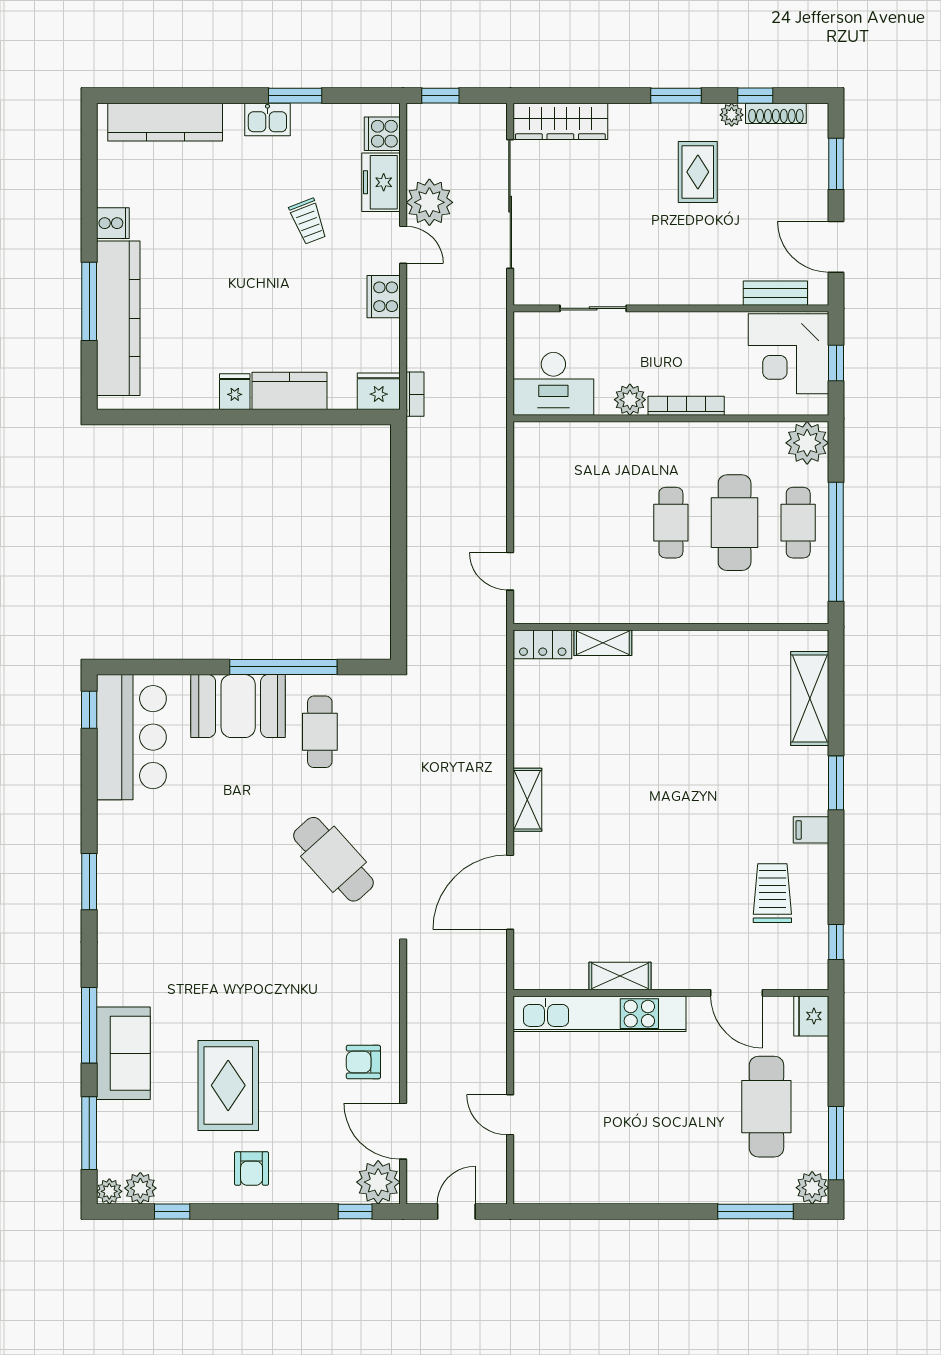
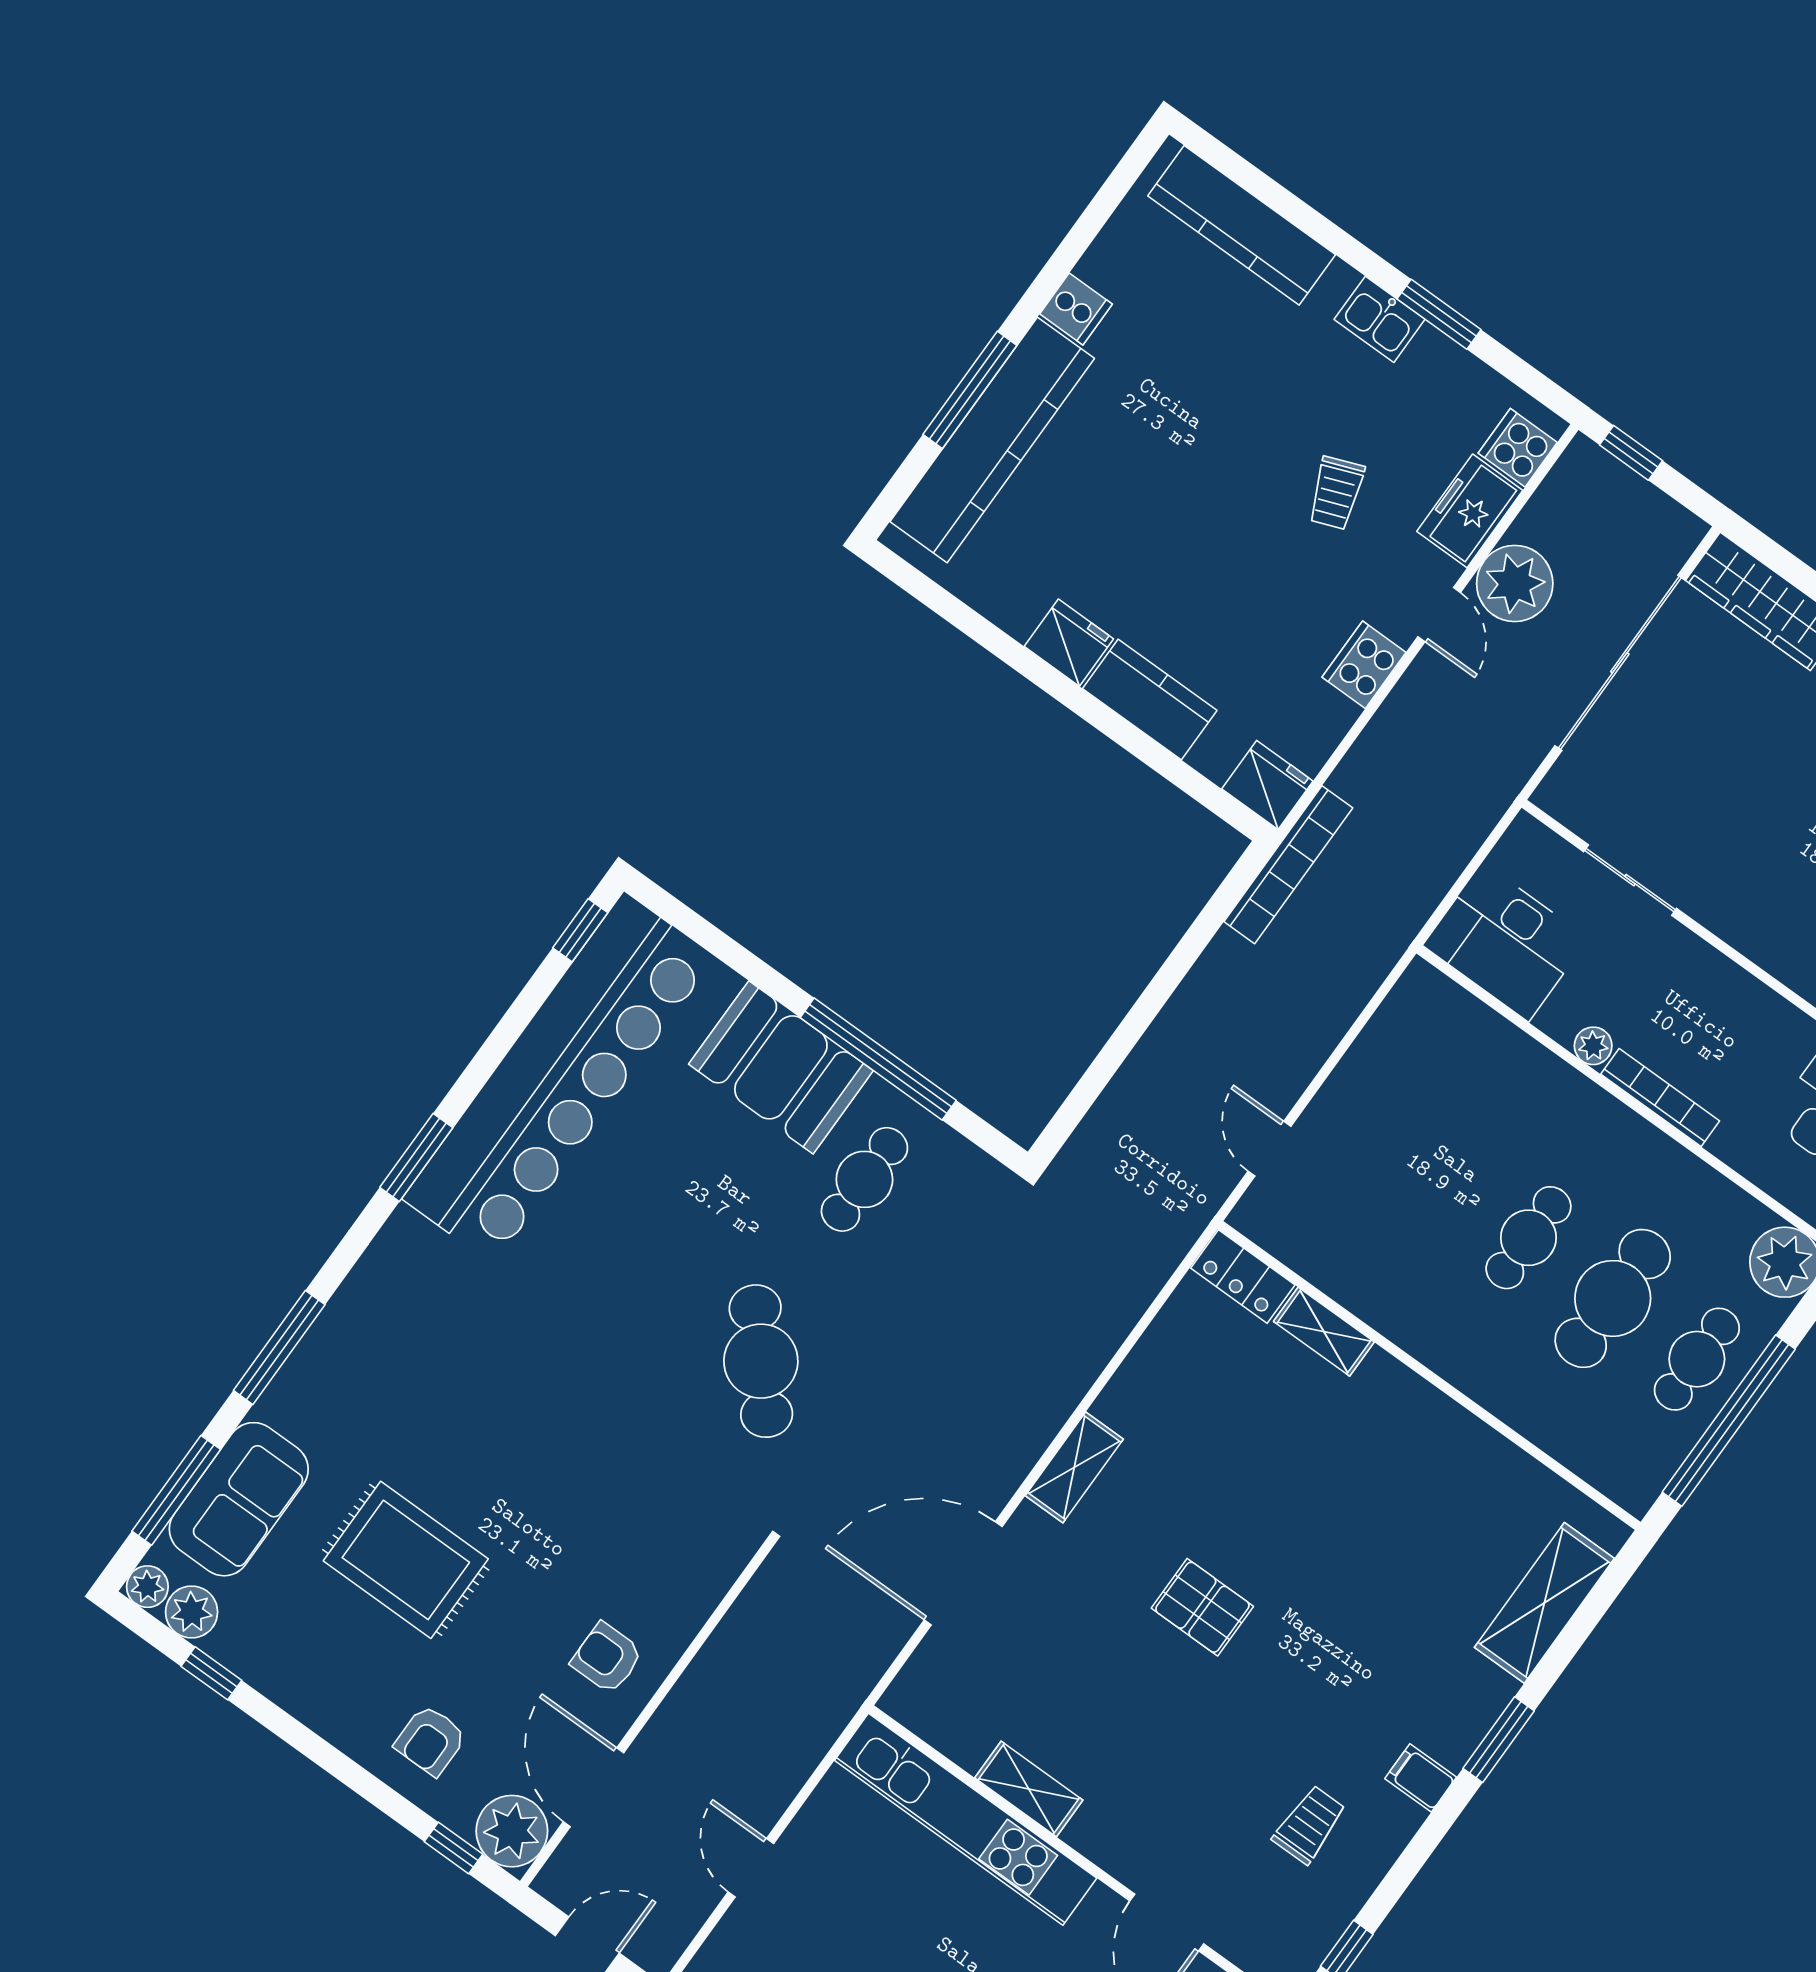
fridge: (235, 392) -> (1069, 643), width x1.38
bookcase: (415, 394) -> (1288, 865), width x2.31, depth x1.31
plant: (630, 400) -> (1593, 1046), width x0.73, depth x0.73
bar counter: (131, 737) -> (559, 1078), width x1.86
pallet: (641, 823) -> (1202, 1607), added
trolley: (772, 893) -> (1309, 1825), width x0.73, depth x0.72
sofa: (123, 1053) -> (239, 1499), moved
rug: (228, 1085) -> (406, 1560), turned 90
armchair: (252, 1168) -> (430, 1740), moved

